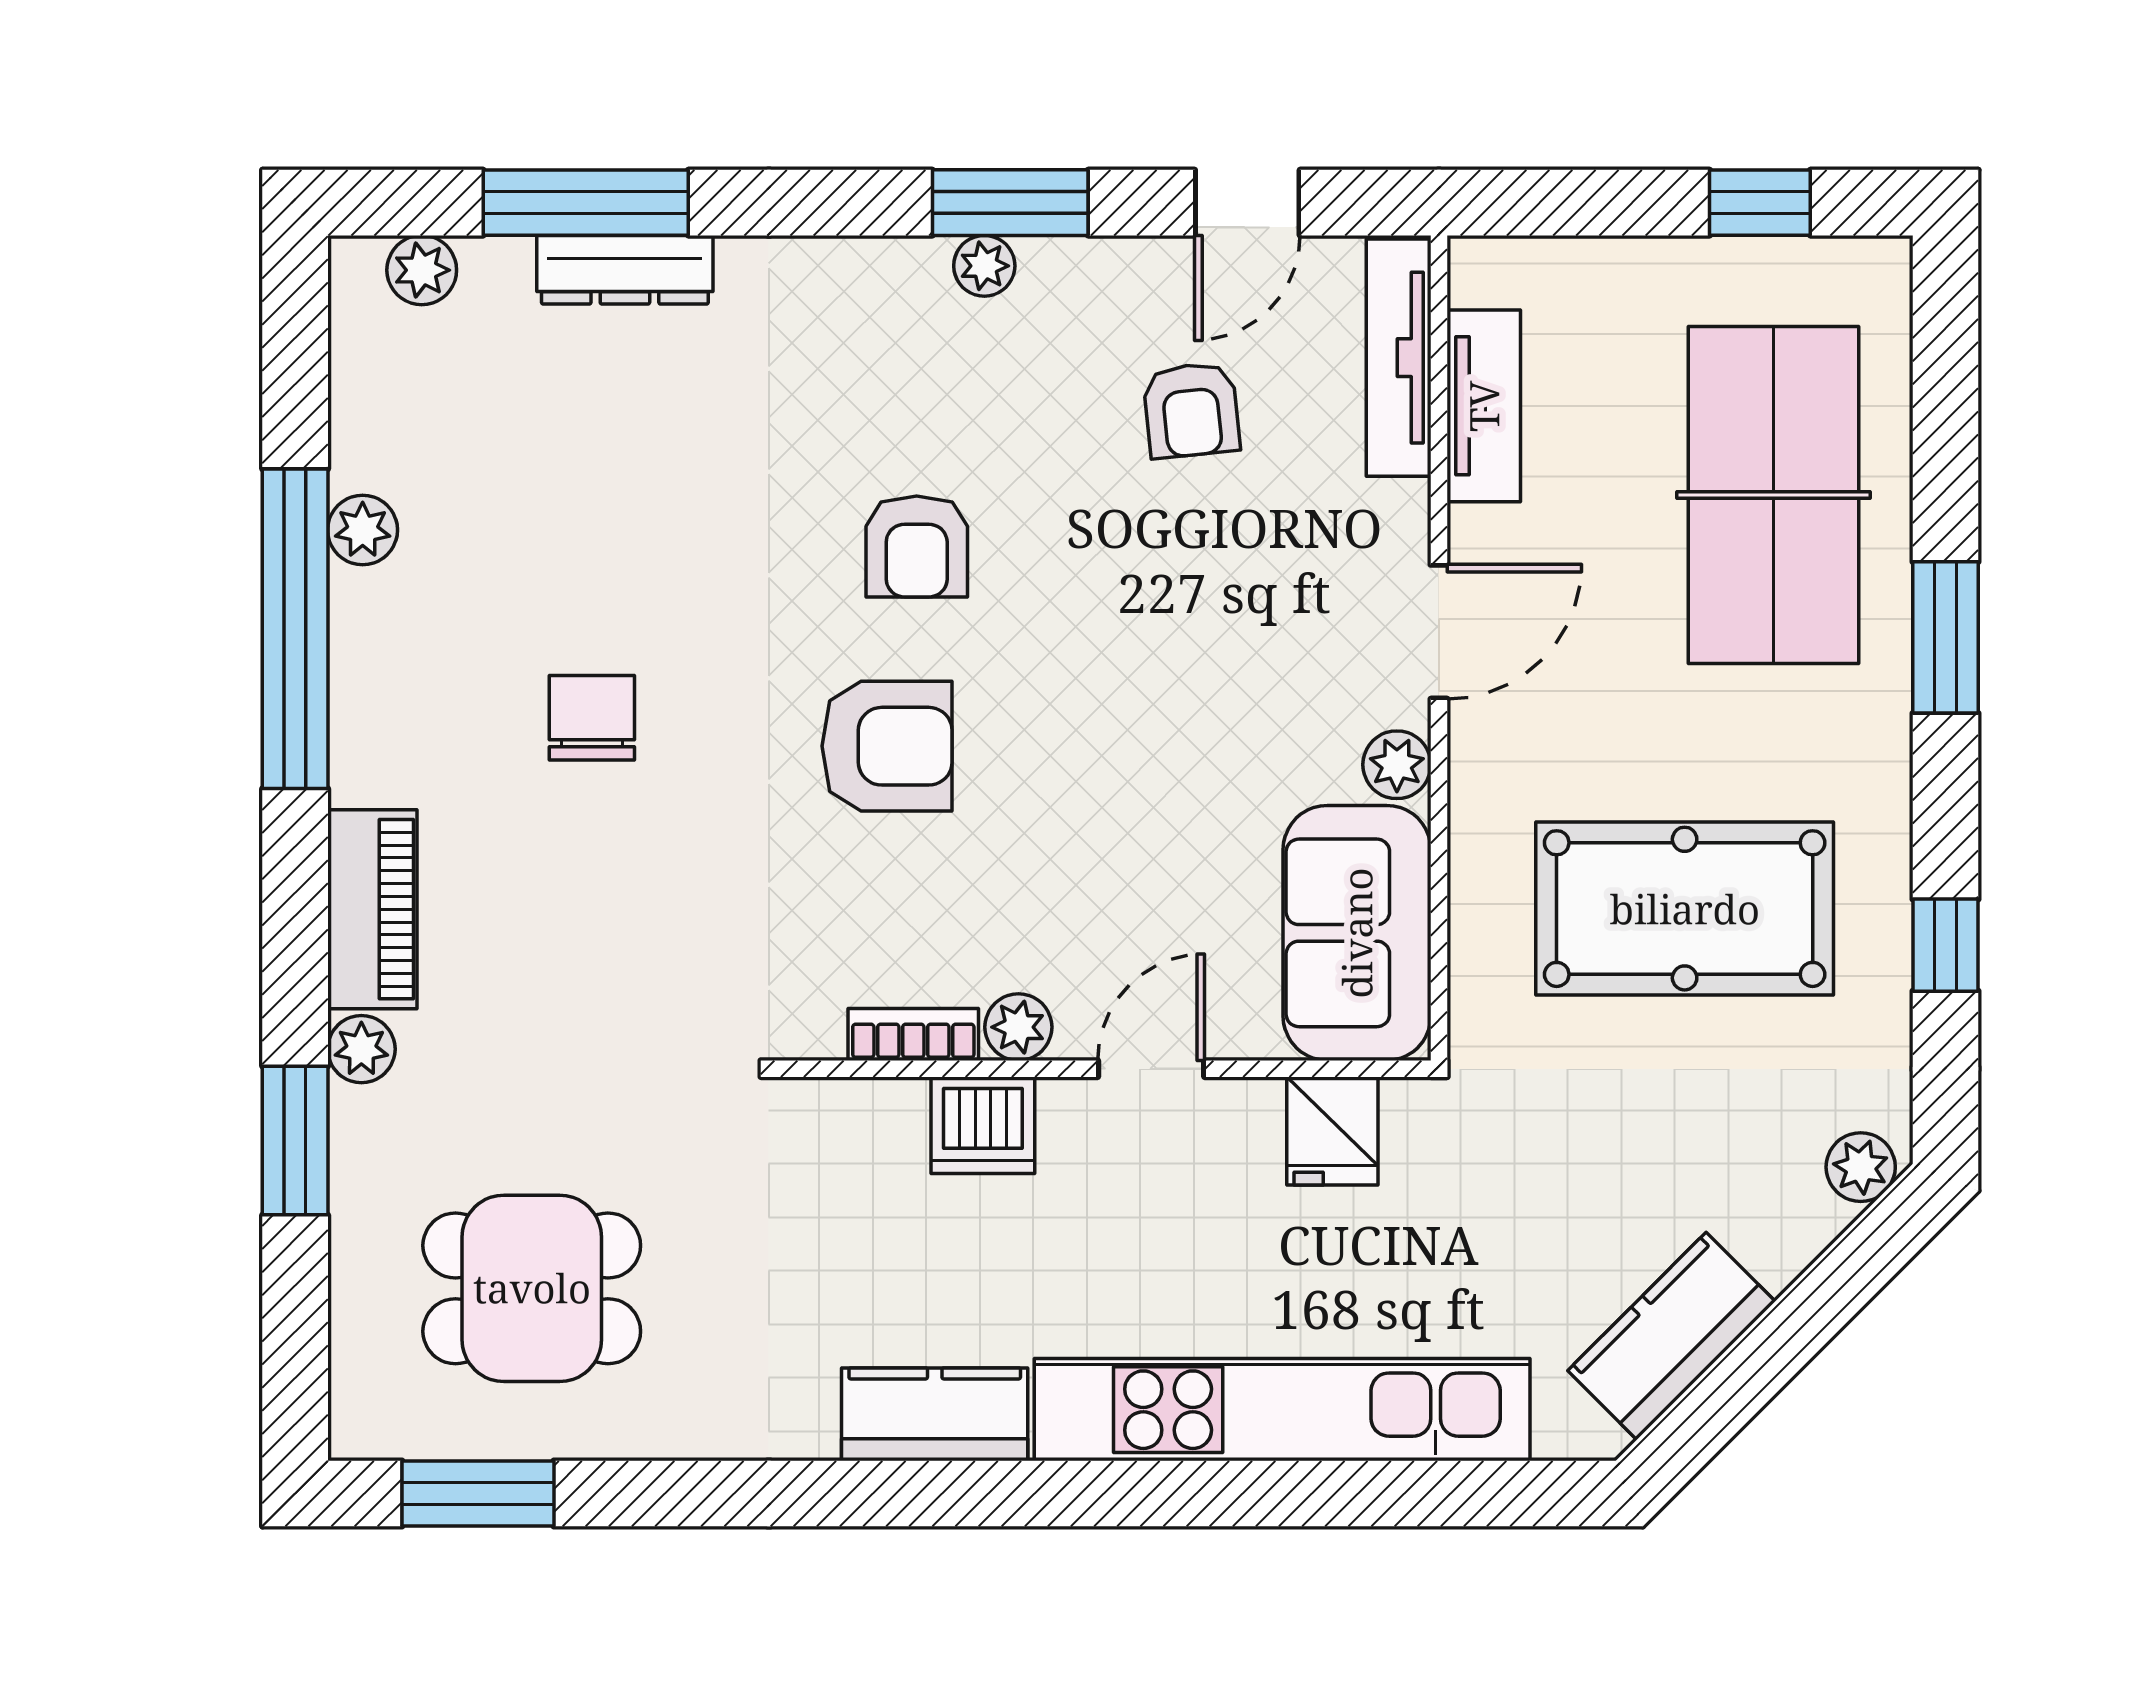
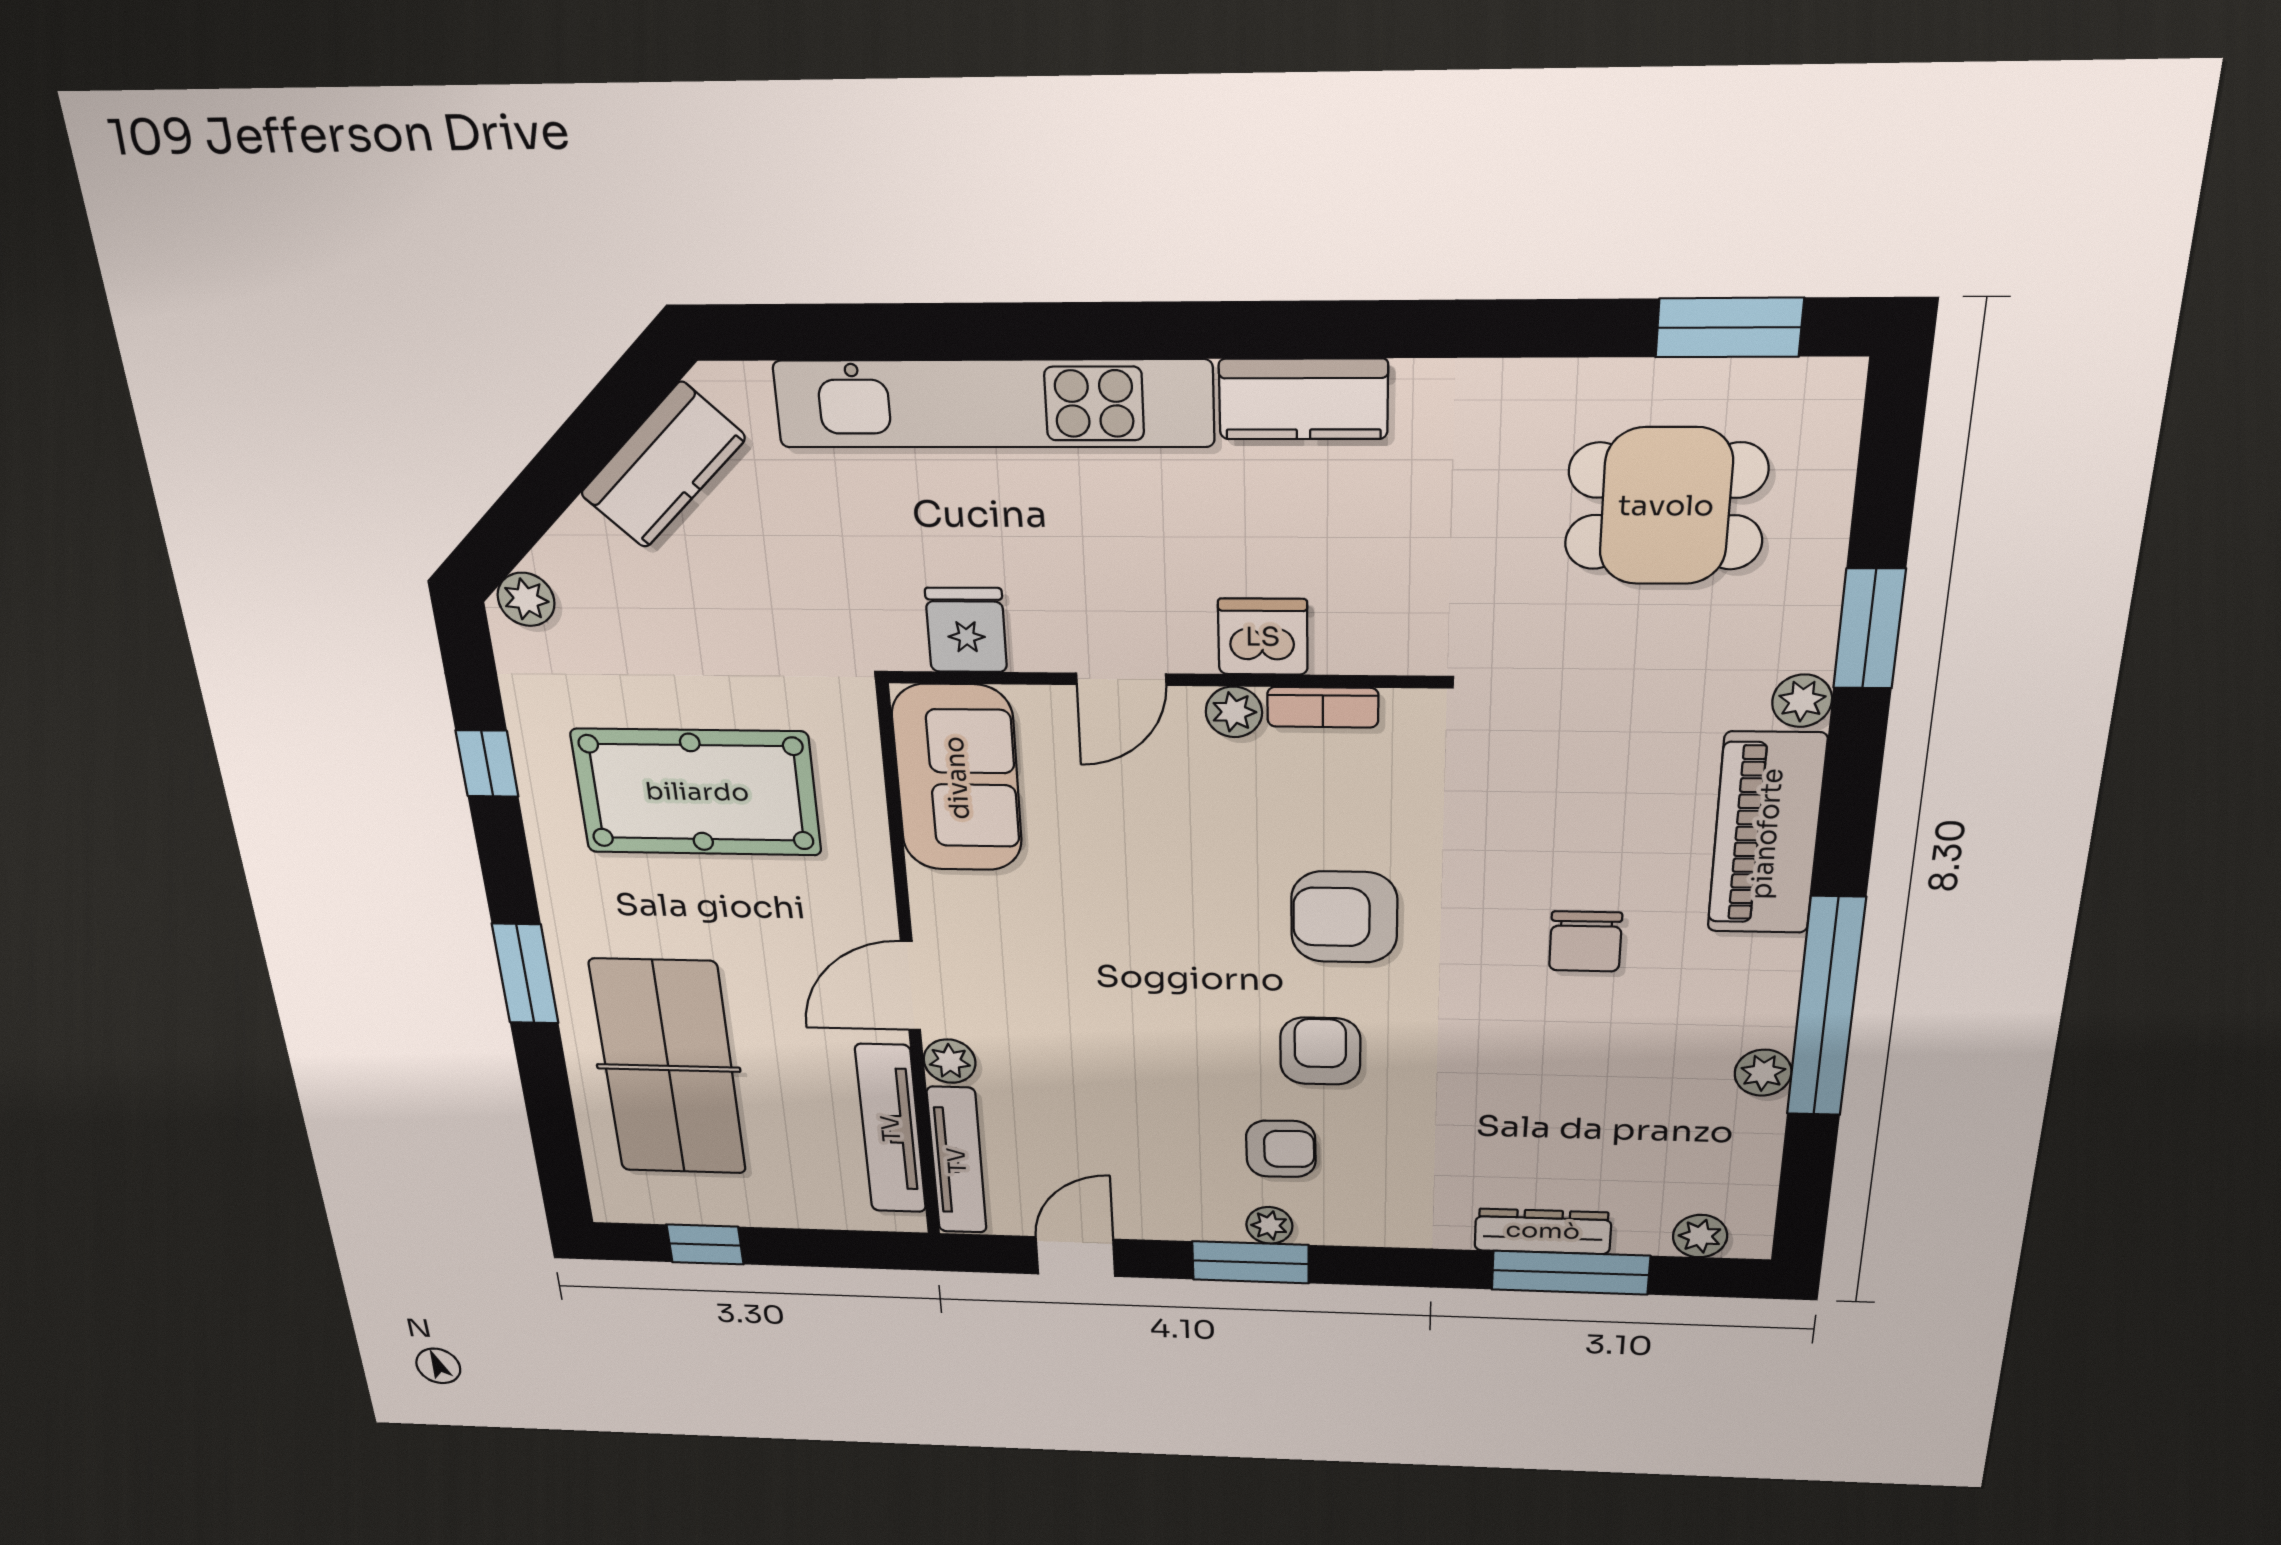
tv unit: (1484, 406) -> (891, 1129), width x1.41
armchair: (1191, 410) -> (1281, 1149), moved, turned 95
plant: (1397, 765) -> (950, 1061), moved
piano: (372, 909) -> (1767, 834), width x1.37, depth x1.33

